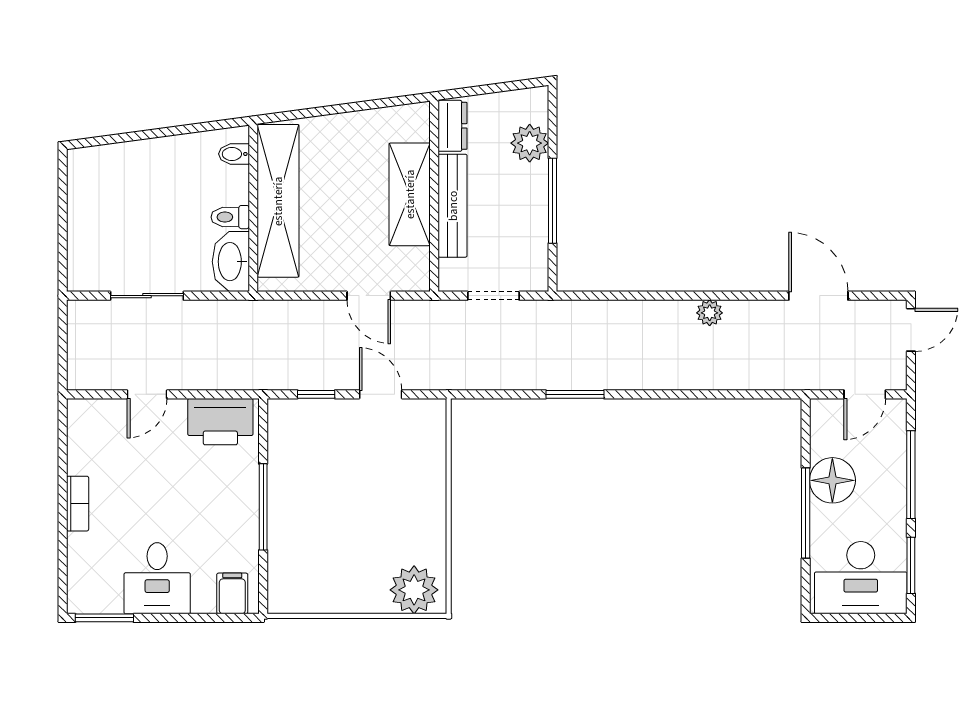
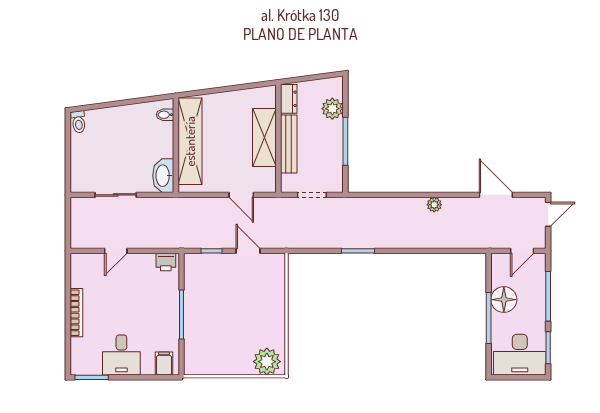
toilet: (230, 217) -> (78, 122), moved, turned -98
printer: (220, 422) -> (166, 262), width x0.53, depth x0.68
bookcase: (78, 504) -> (76, 313), width x1.56

